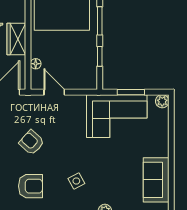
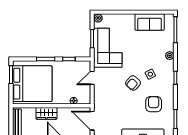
wardrobe: (16, 39) -> (46, 113), moved
door: (54, 92) -> (92, 78), moved
armchair: (32, 142) -> (133, 83), moved

